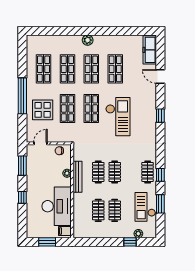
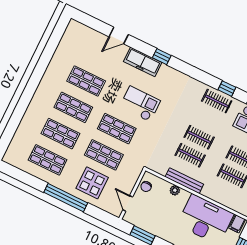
plant: (88, 40) -> (40, 96), removed
freezer: (150, 50) -> (143, 62), moved
checkout: (118, 117) -> (140, 104), width x0.73, depth x0.83

